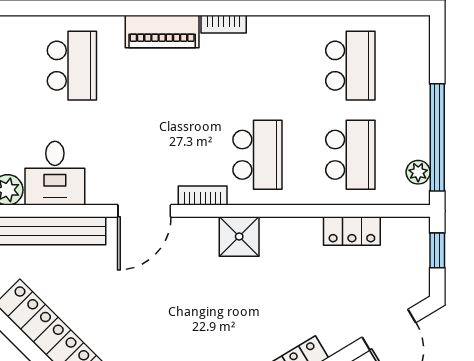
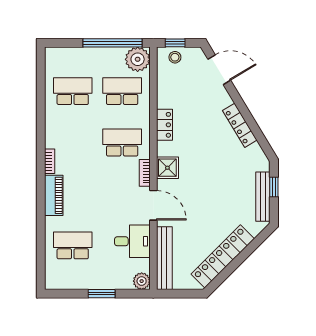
plant: (418, 172) -> (138, 59), width x1.87, depth x1.87
desk: (55, 173) -> (132, 241), moved
locker: (352, 231) -> (164, 125), moved
shower: (239, 237) -> (167, 168), moved
stool: (411, 250) -> (175, 57), added

